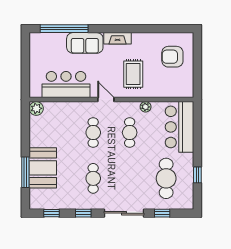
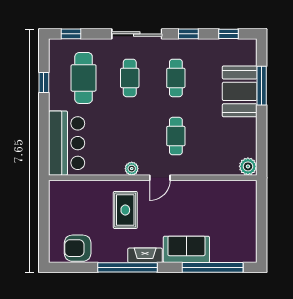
window: (131, 29) -> (127, 267), added
armchair: (172, 57) -> (78, 248), moved, turned 180
bar counter: (66, 85) -> (210, 197), removed
door: (106, 100) -> (160, 178), hinge flipped
plant: (146, 107) -> (132, 169), moved
cafe table: (130, 133) -> (130, 78), moved
window: (162, 213) -> (71, 34), moved

